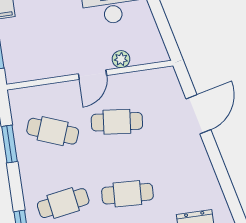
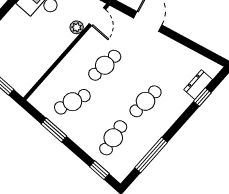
door: (92, 75) -> (97, 17), moved

